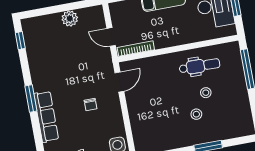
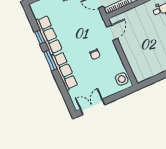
window: (20, 41) -> (40, 37), moved
row of seats: (37, 65) -> (49, 35), added

